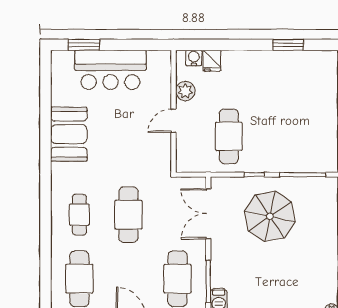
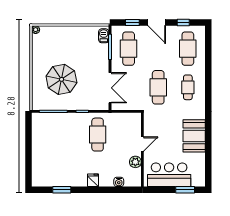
fridge: (212, 61) -> (93, 180), moved
plant: (185, 91) -> (135, 162), moved
wall: (174, 111) -> (142, 150), moved
door: (174, 121) -> (142, 144), moved
parasol: (270, 216) -> (61, 79), moved

